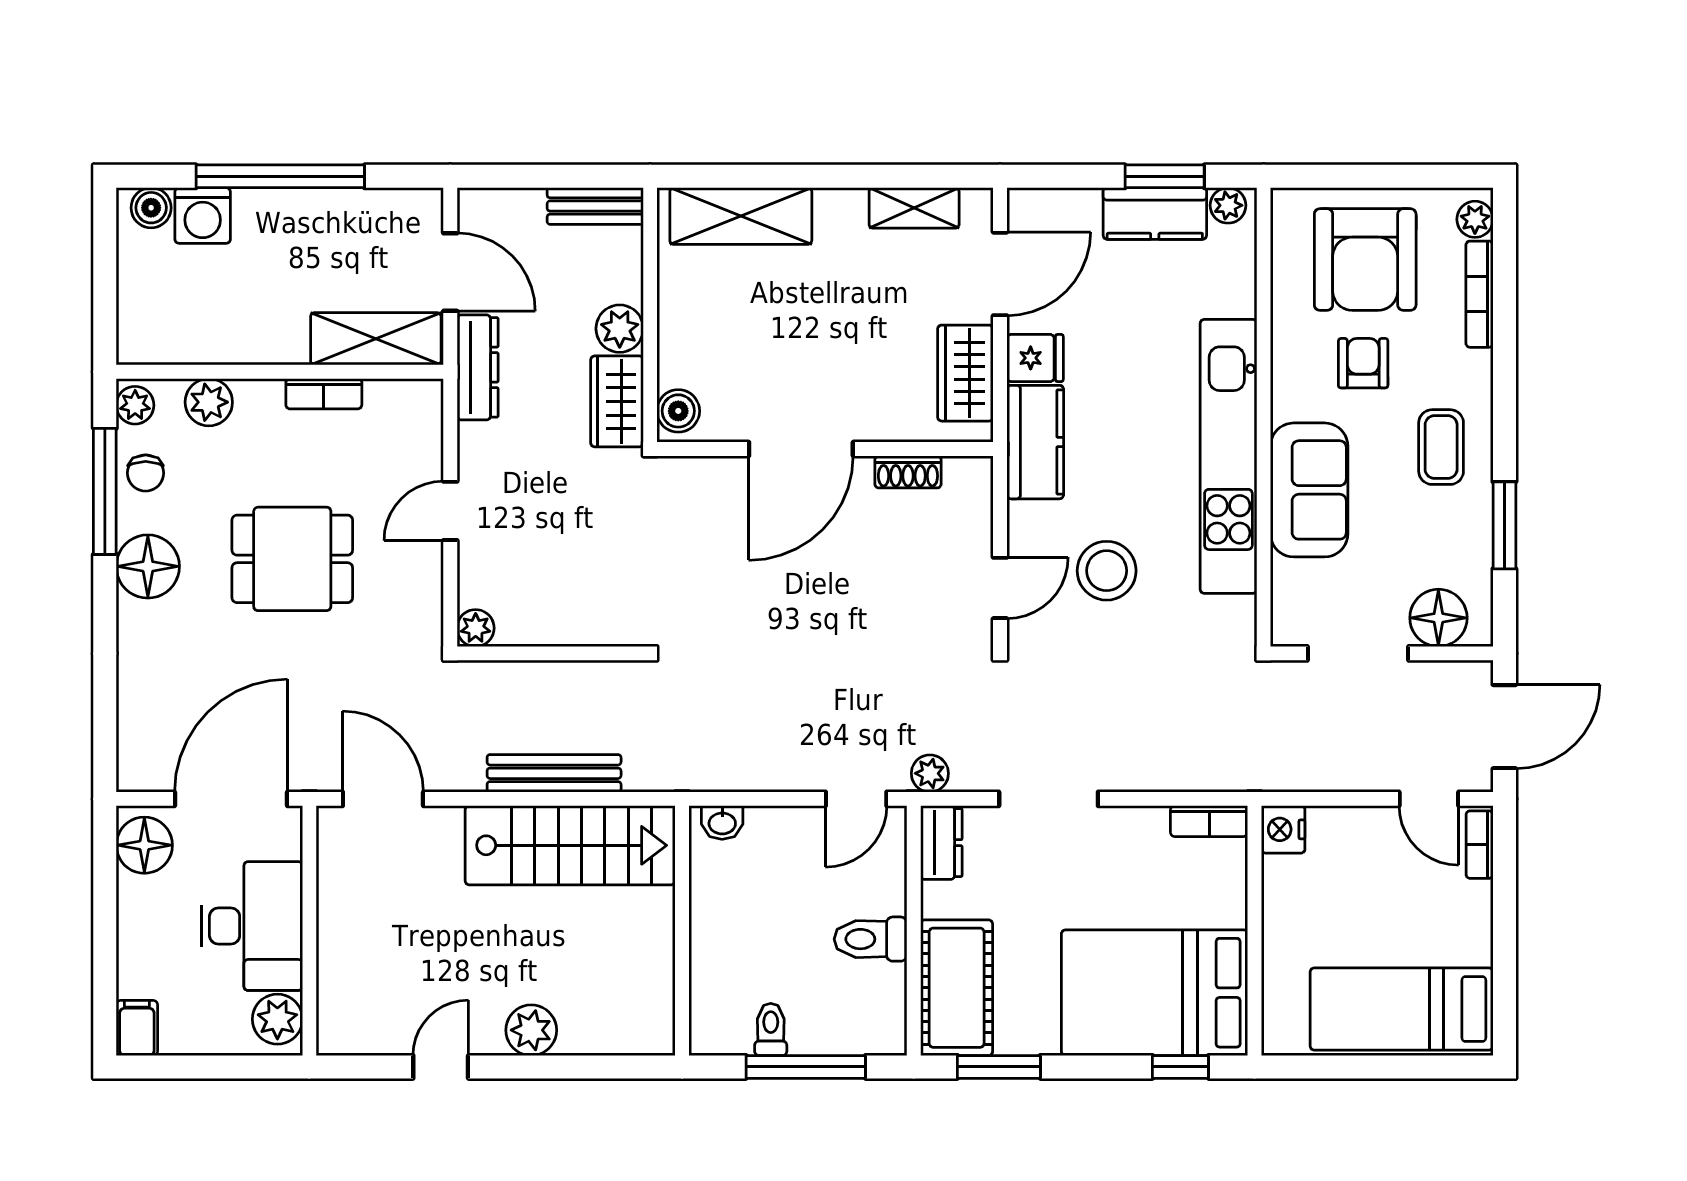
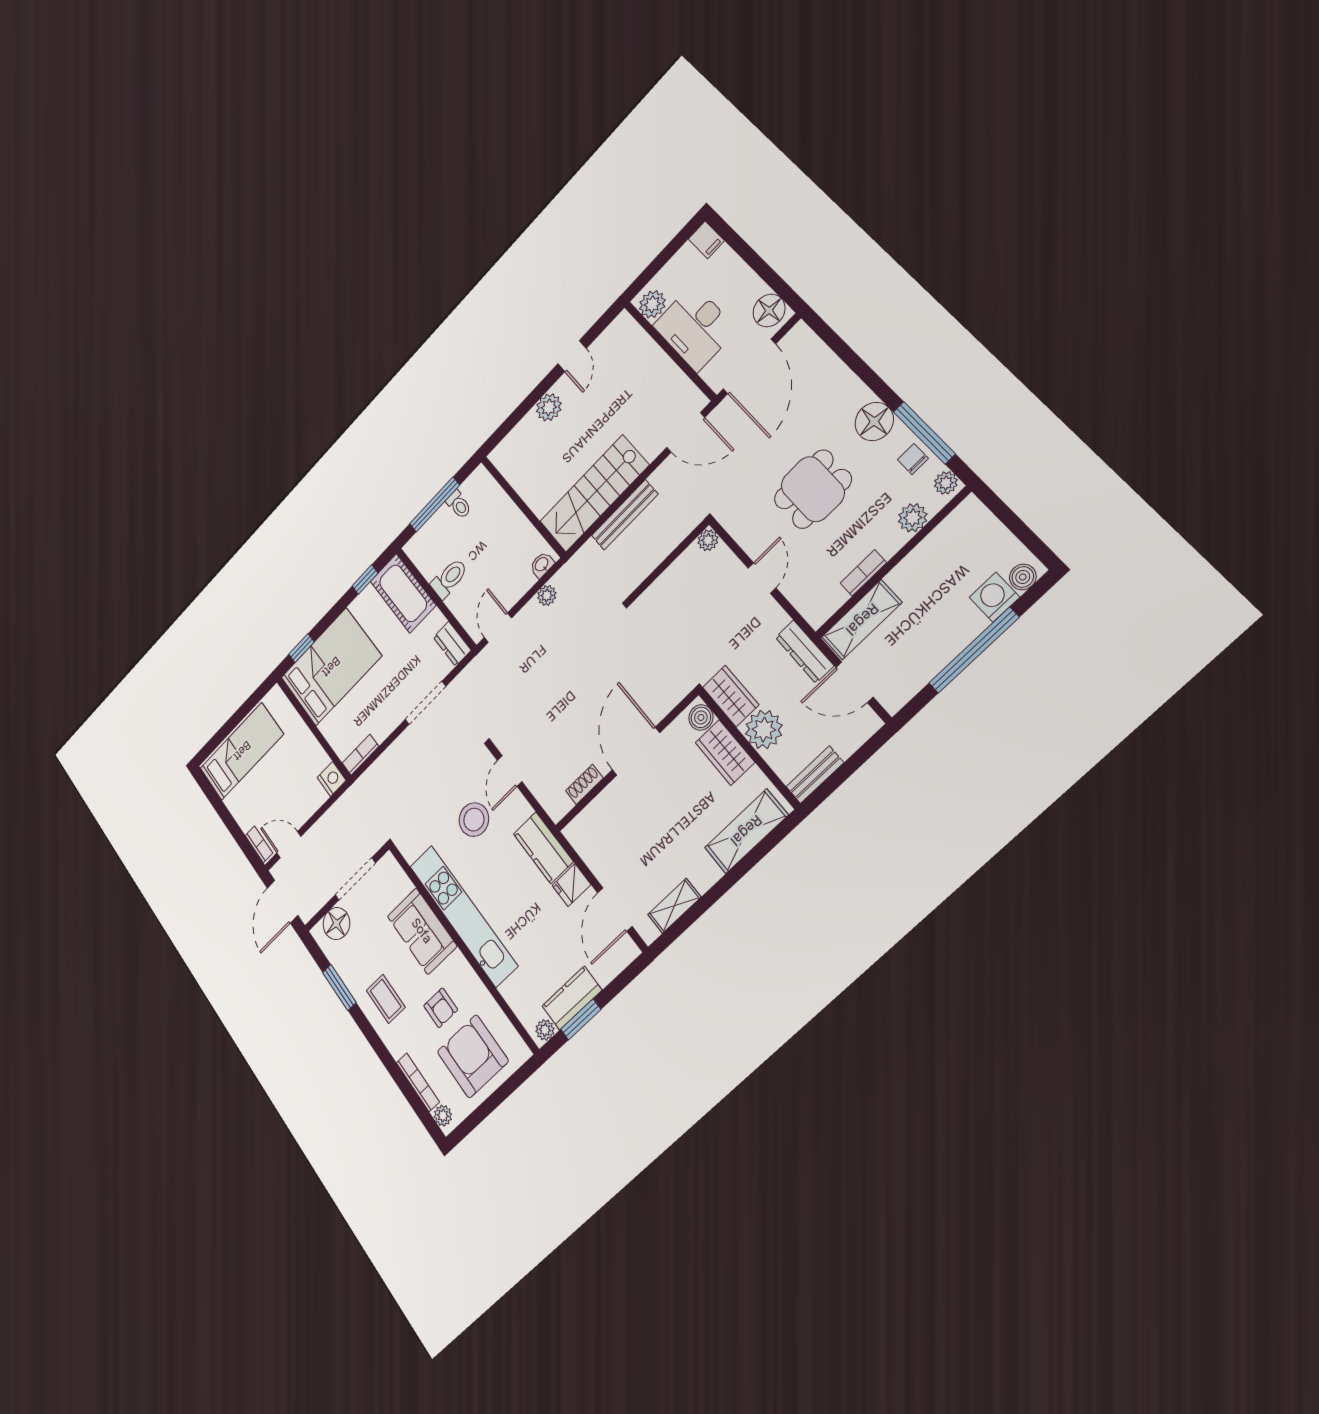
plant: (620, 329) -> (764, 730), width x1.36, depth x1.36
wardrobe: (965, 373) -> (725, 752), moved, turned 180
plant: (930, 773) -> (547, 595), moved
window: (999, 1067) -> (365, 580), width x0.67

